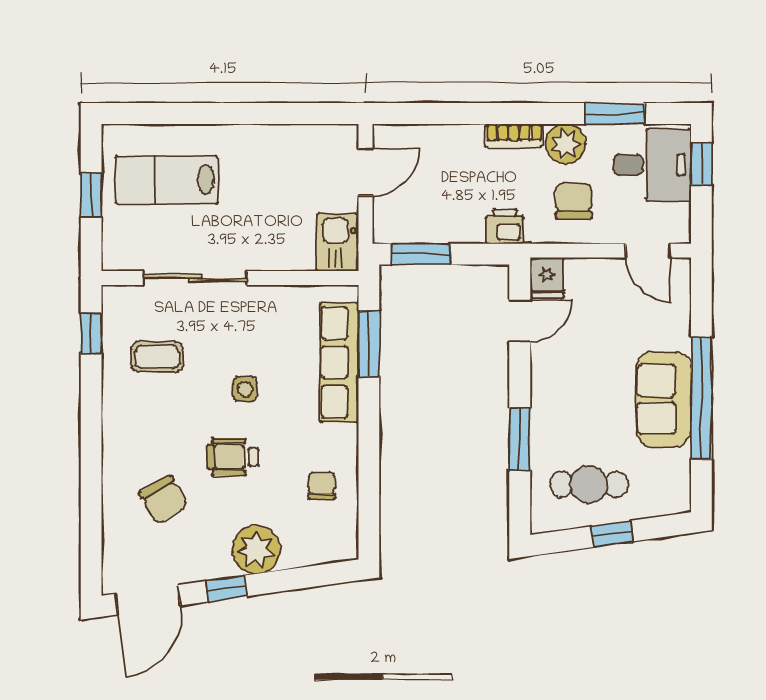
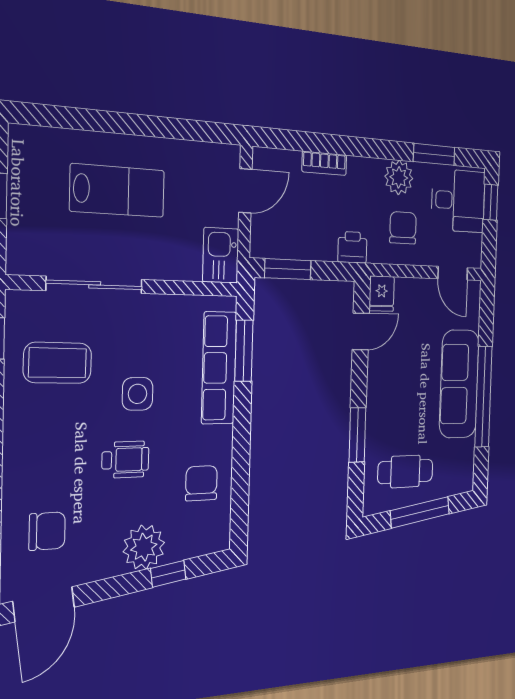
bookcase: (514, 135) -> (324, 163), moved
lab bench: (167, 180) -> (118, 191), moved, turned 180
coffee table: (157, 357) -> (58, 363), width x1.36, depth x1.30
side table: (245, 389) -> (138, 394), width x1.37, depth x1.37
sofa: (664, 399) -> (459, 384), width x1.36
wheelchair: (233, 457) -> (125, 460), turned 180
chair: (322, 486) -> (201, 483), width x1.37, depth x1.37
chair: (163, 500) -> (47, 531), moved, turned -61
window: (612, 534) -> (420, 512), width x2.17
window: (226, 589) -> (168, 574), moved

